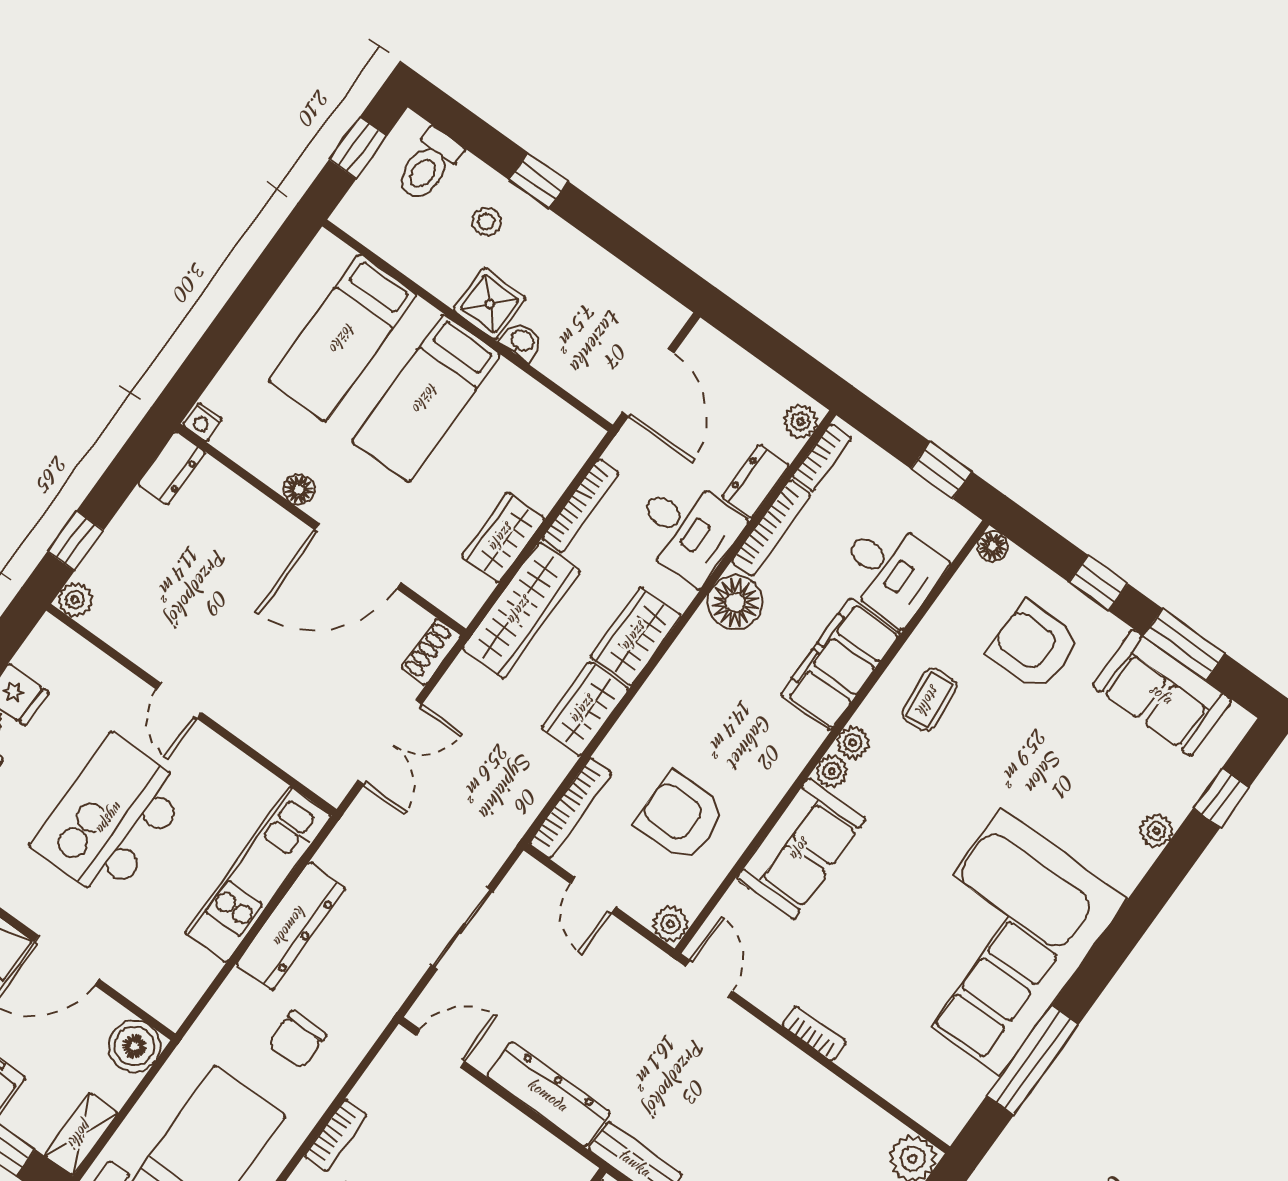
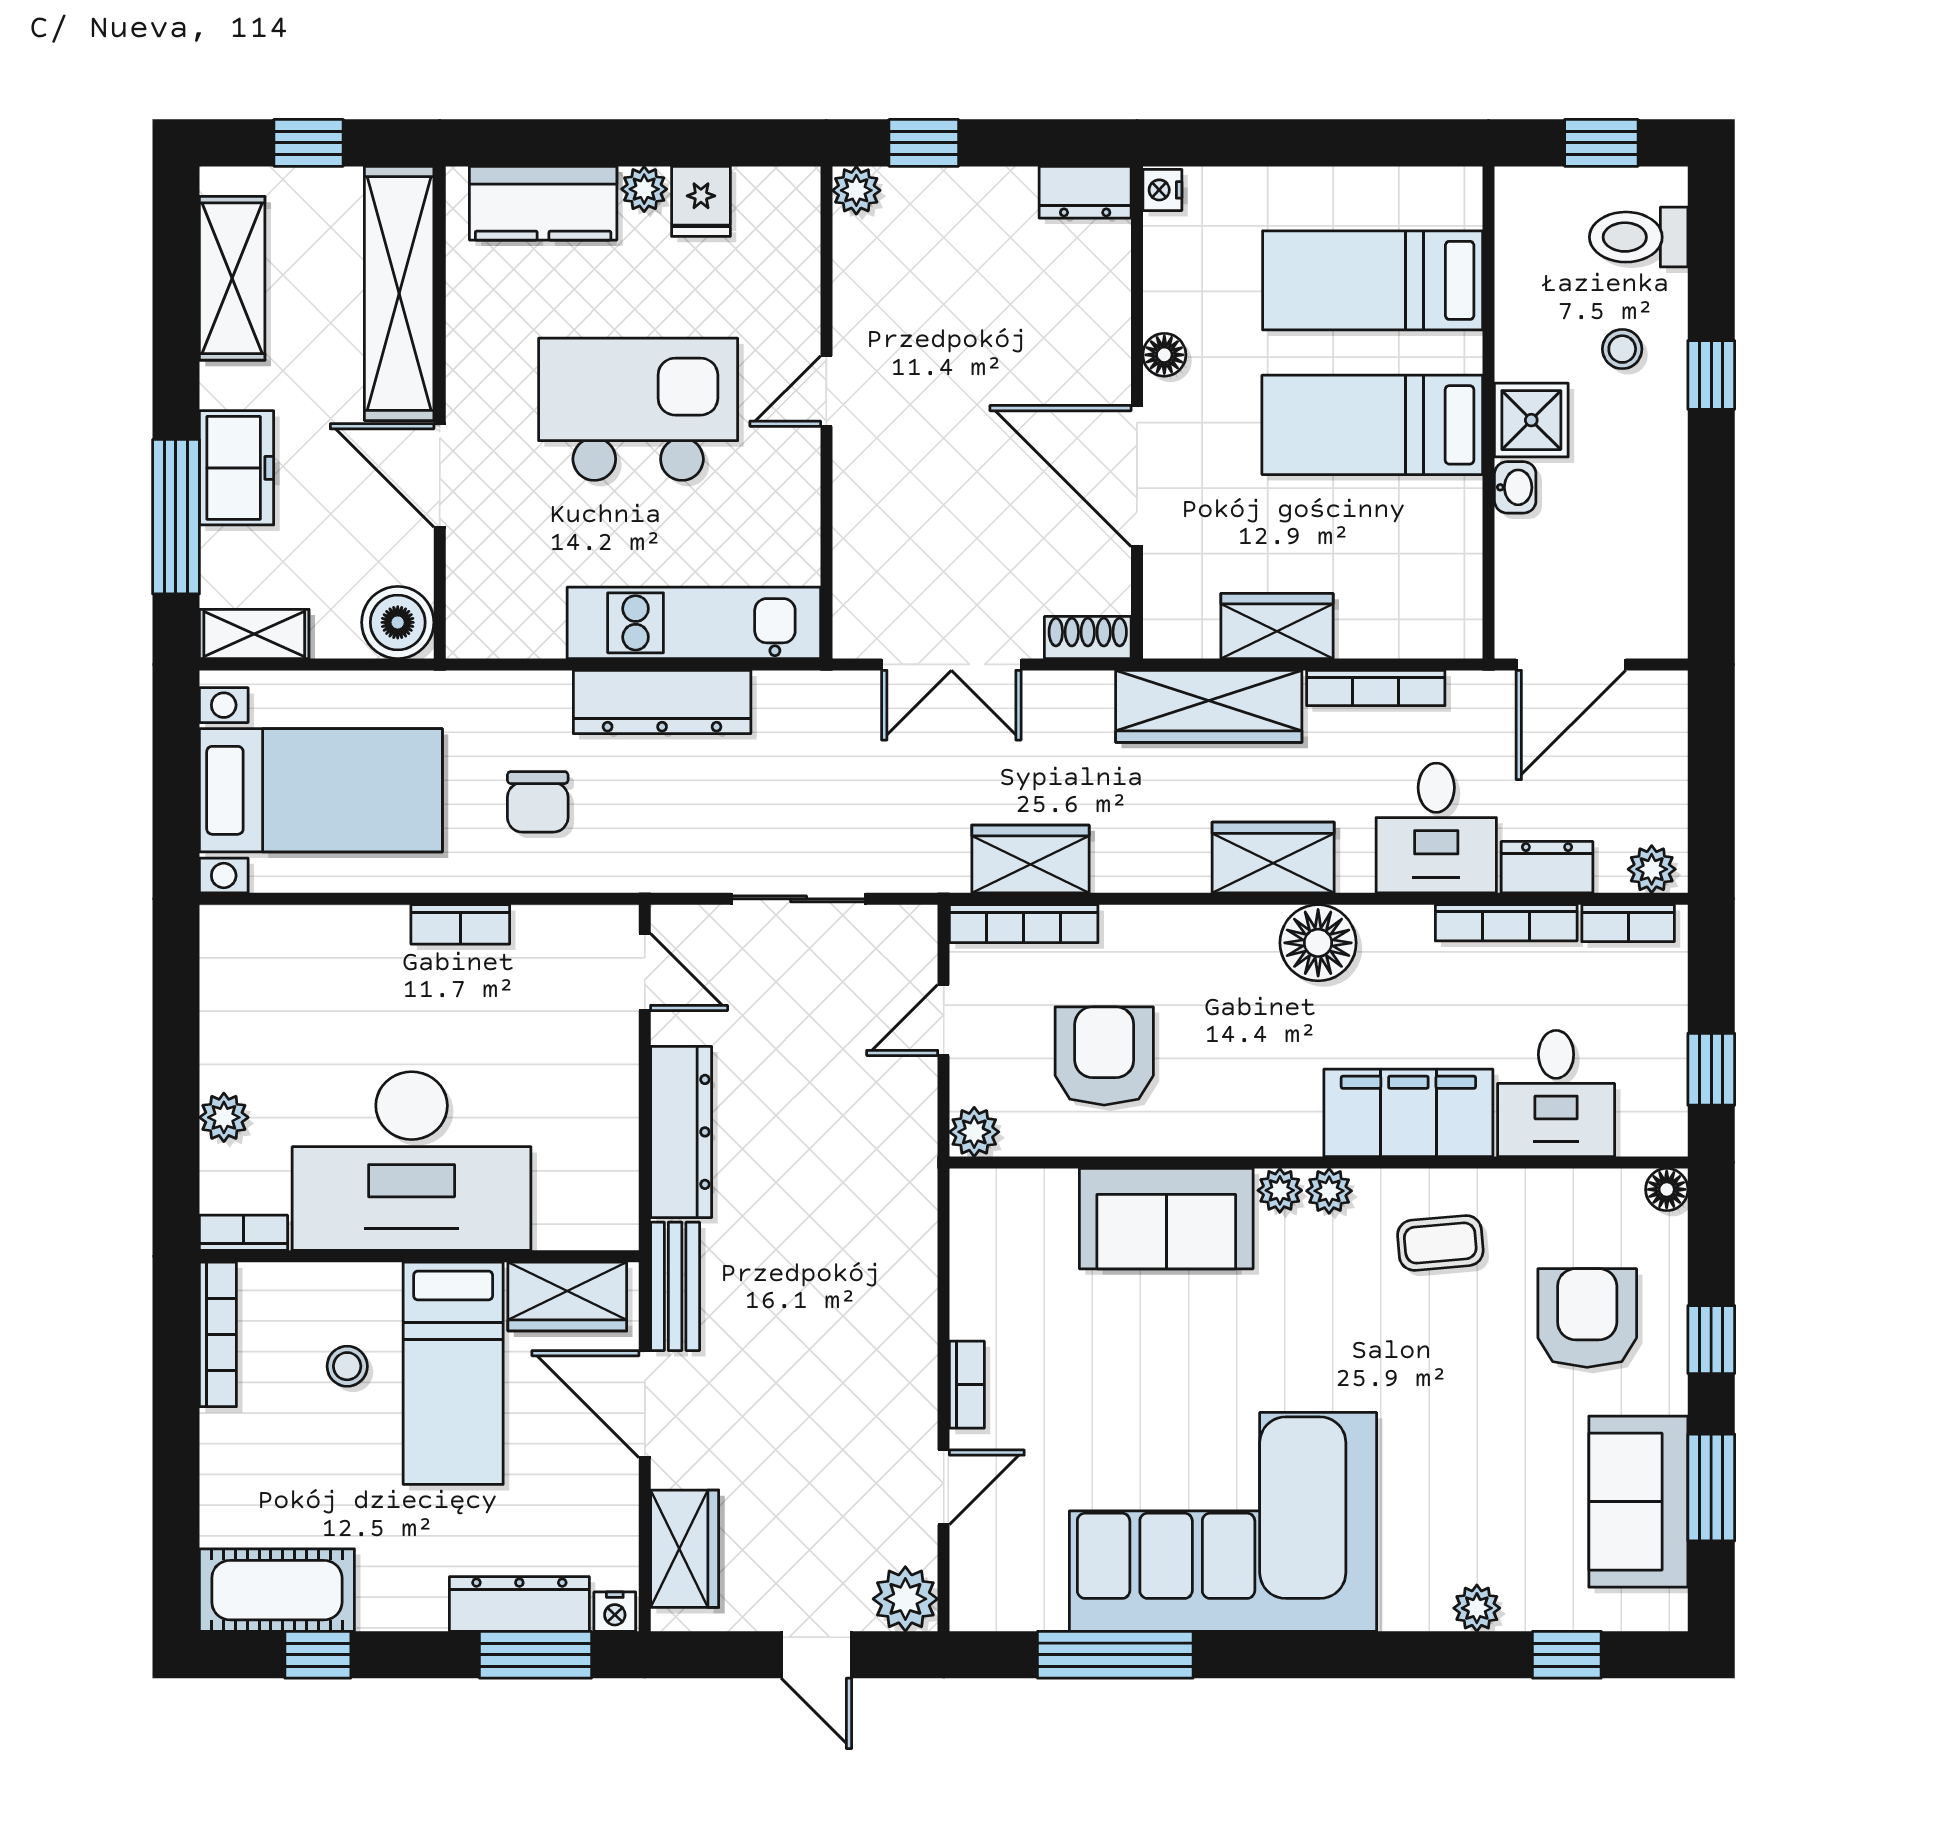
floor lamp: (735, 602) -> (1318, 943), moved
wardrobe: (585, 709) -> (1030, 859), moved
door: (709, 979) -> (944, 1487), moved
chair: (297, 1040) -> (538, 802), turned -90

